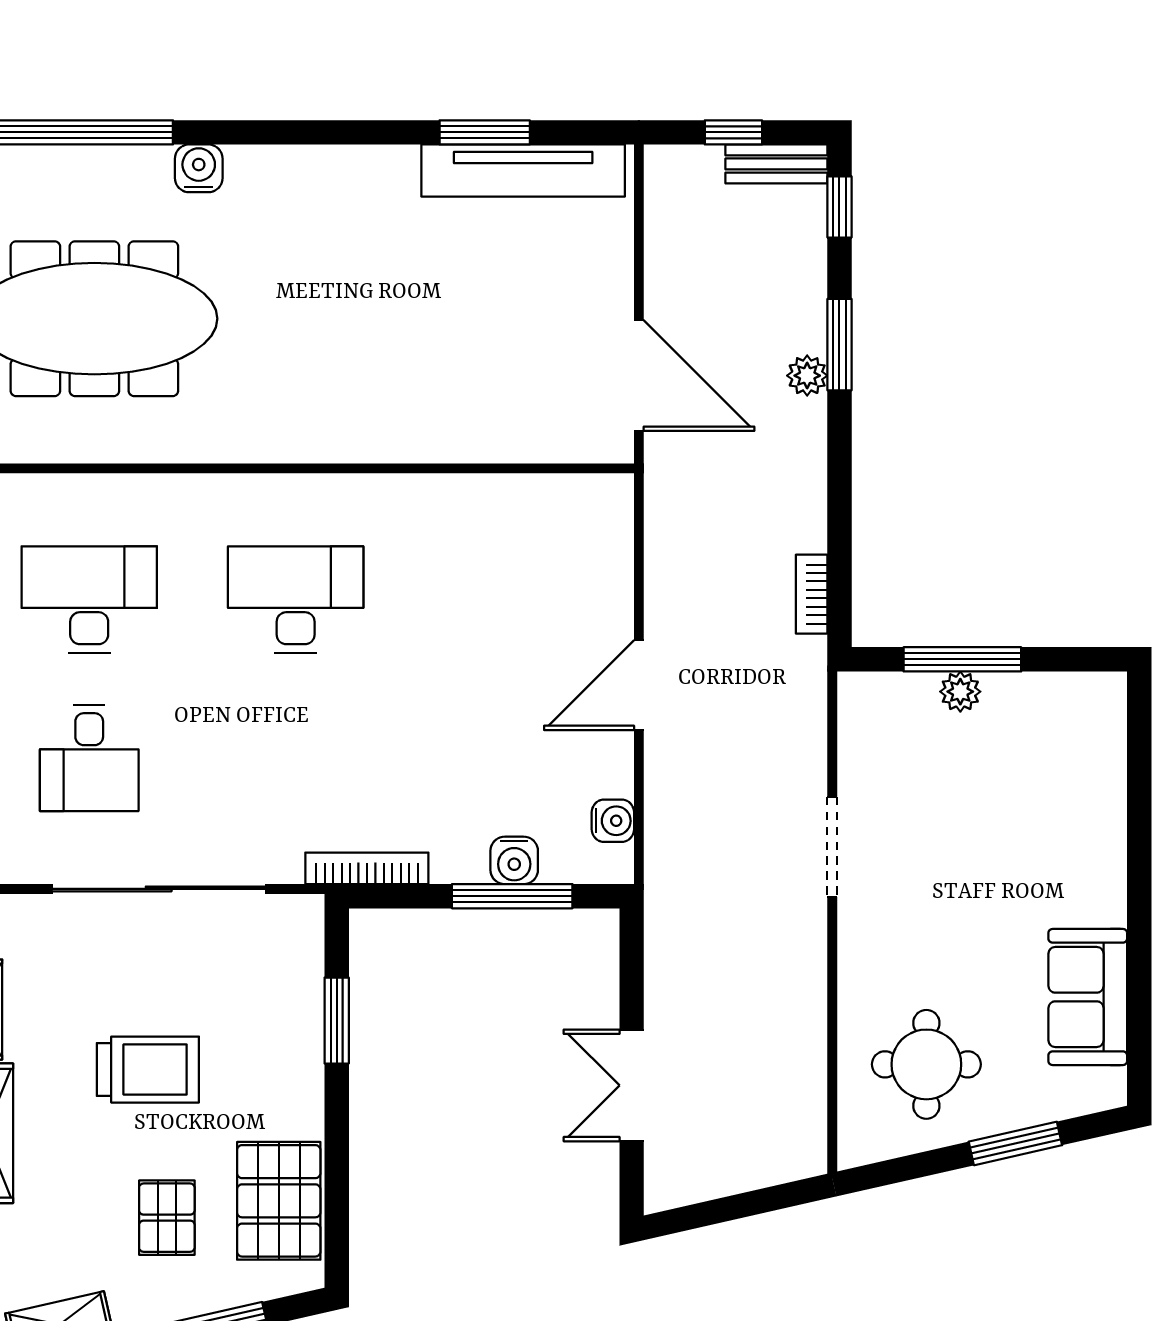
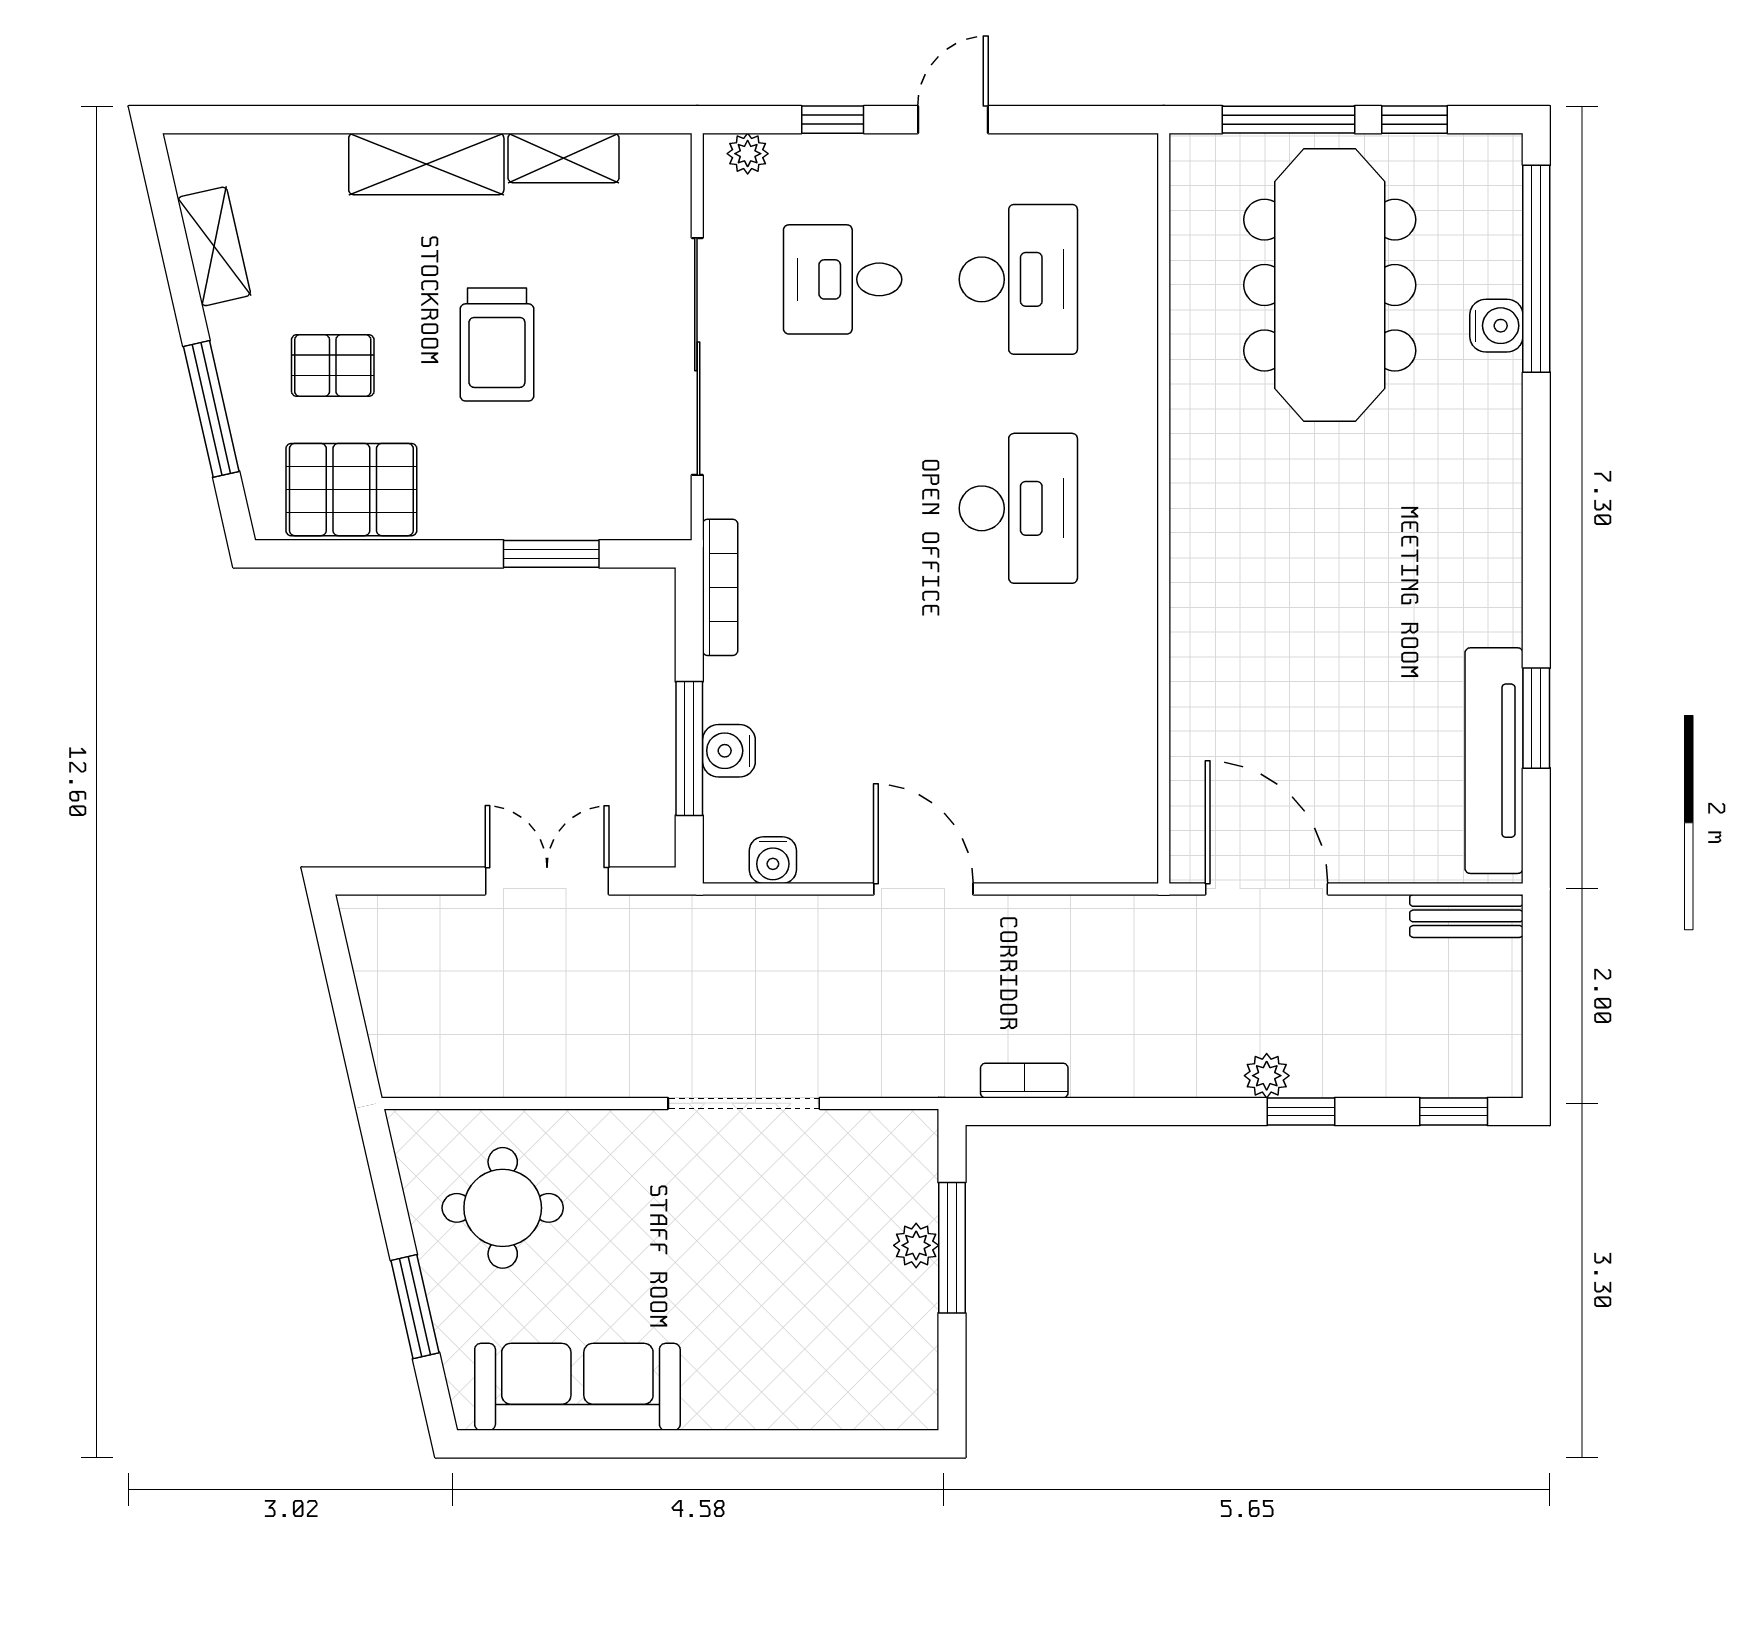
window: (733, 132) -> (1536, 994), removed
bench: (776, 164) -> (1466, 916), moved, turned 90
water cooler: (199, 168) -> (1496, 326), moved
window: (839, 345) -> (1301, 1111), width x0.67
door: (639, 376) -> (1267, 889), swing flipped
doorway: (832, 847) -> (744, 1103), width x1.36
sofa: (1088, 997) -> (577, 1387), width x1.36
double door: (632, 1085) -> (547, 881), moved

